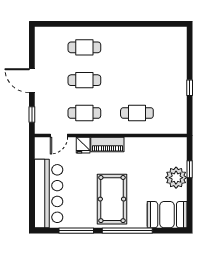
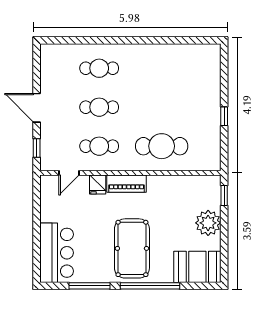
cafe table: (137, 113) -> (162, 146), width x1.37, depth x1.35
window: (190, 169) -> (224, 196), moved
bar counter: (49, 194) -> (57, 253), width x0.73

